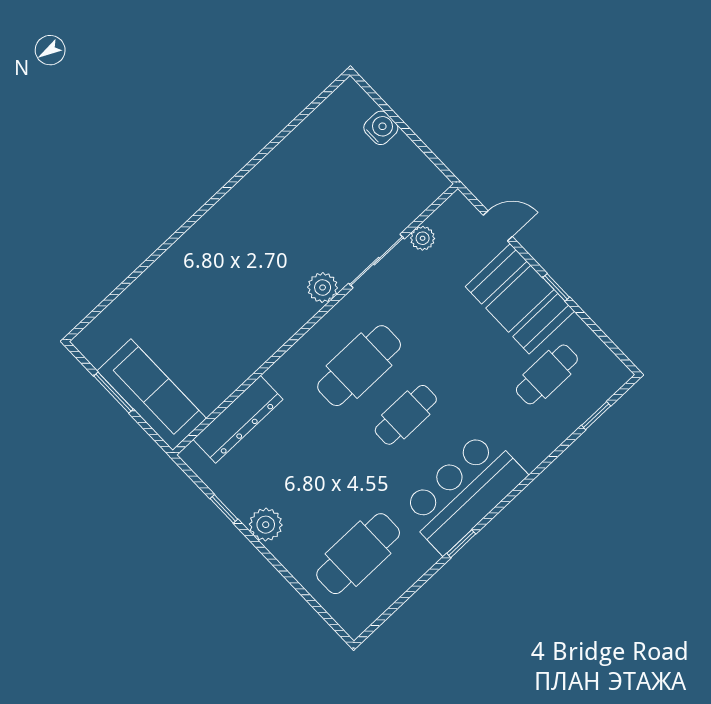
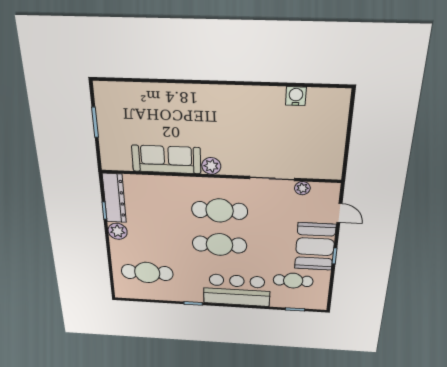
water cooler: (381, 128) -> (296, 96), moved, turned -90
plant: (323, 288) -> (211, 166), moved
sofa: (152, 395) -> (166, 159), moved, turned -90
cafe table: (406, 415) -> (219, 245), width x1.37, depth x1.35
dresser: (238, 419) -> (114, 198), moved, turned -90
bar counter: (463, 492) -> (237, 290), moved

